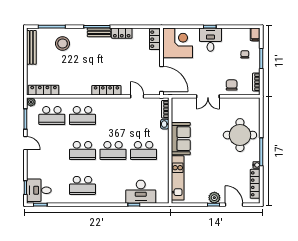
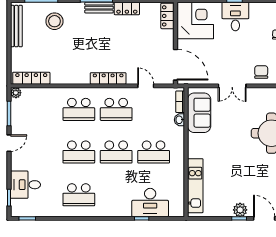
school desk: (52, 116) -> (116, 109), moved
sofa: (181, 139) -> (199, 113), moved
door: (25, 143) -> (9, 143), hinge flipped
desk: (39, 190) -> (25, 185), moved

